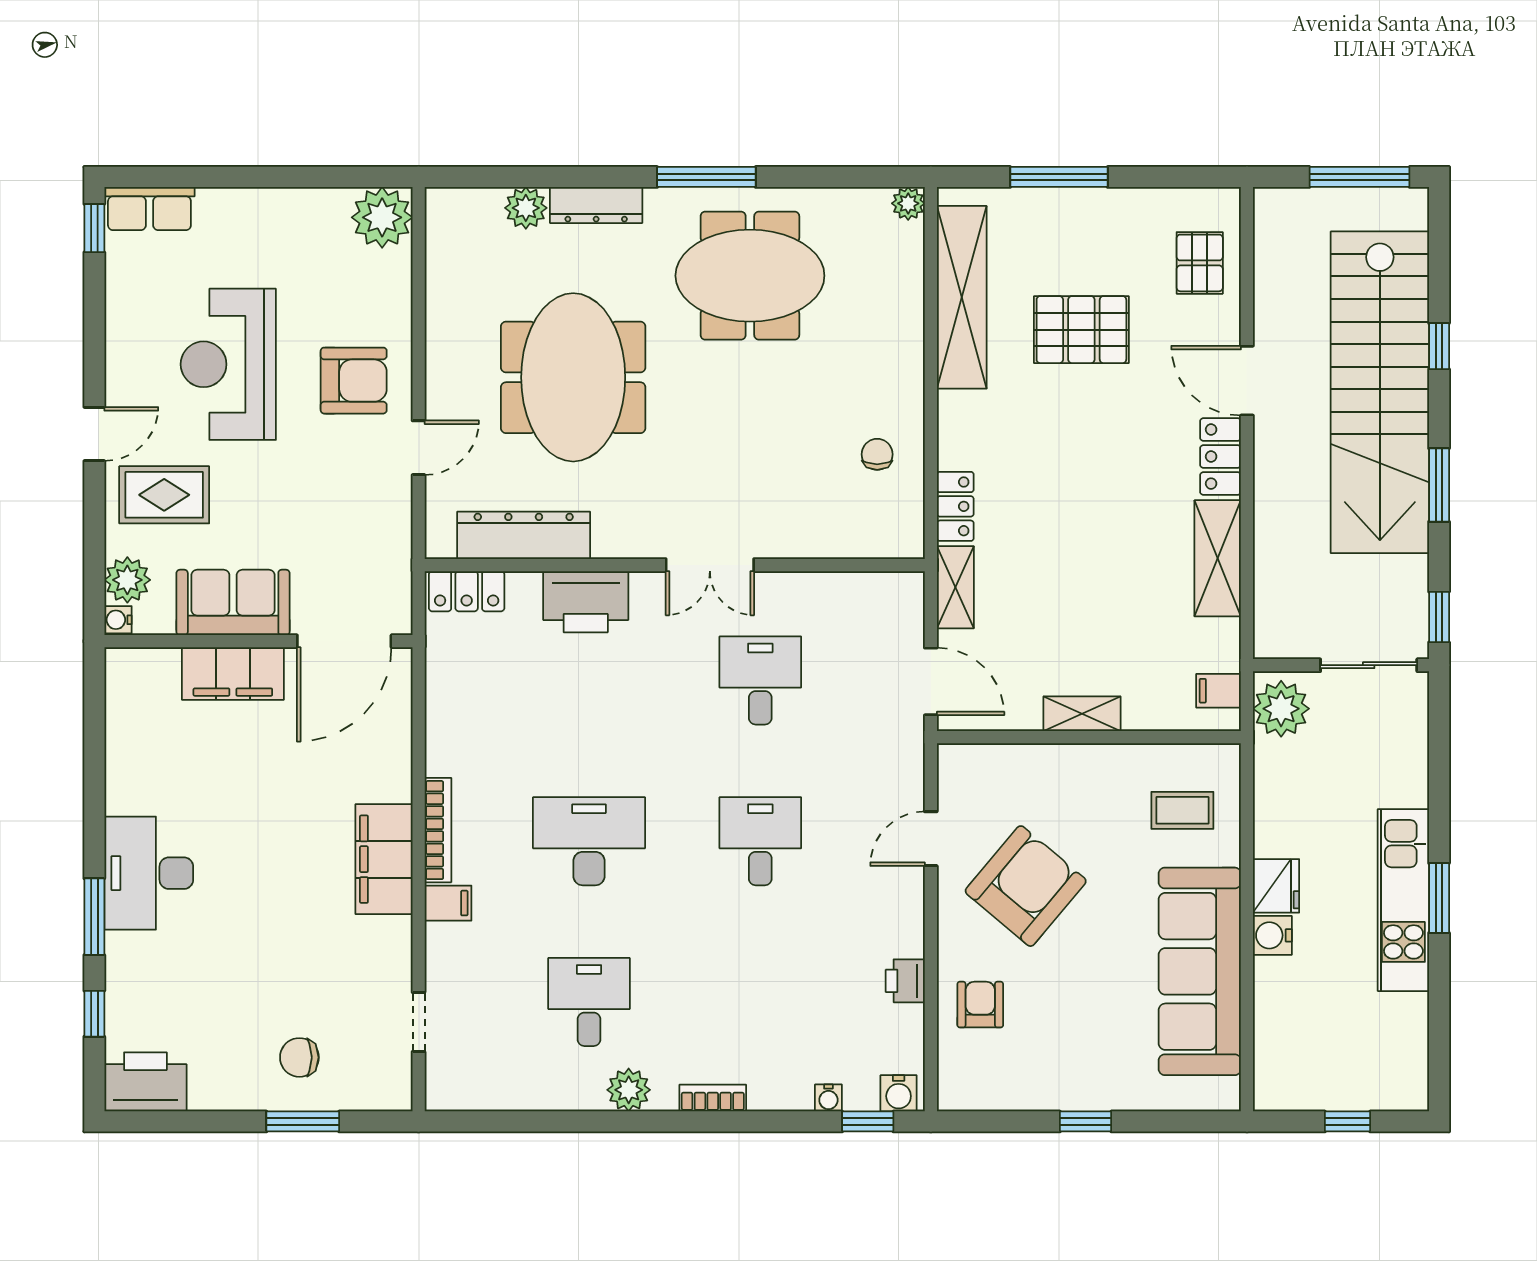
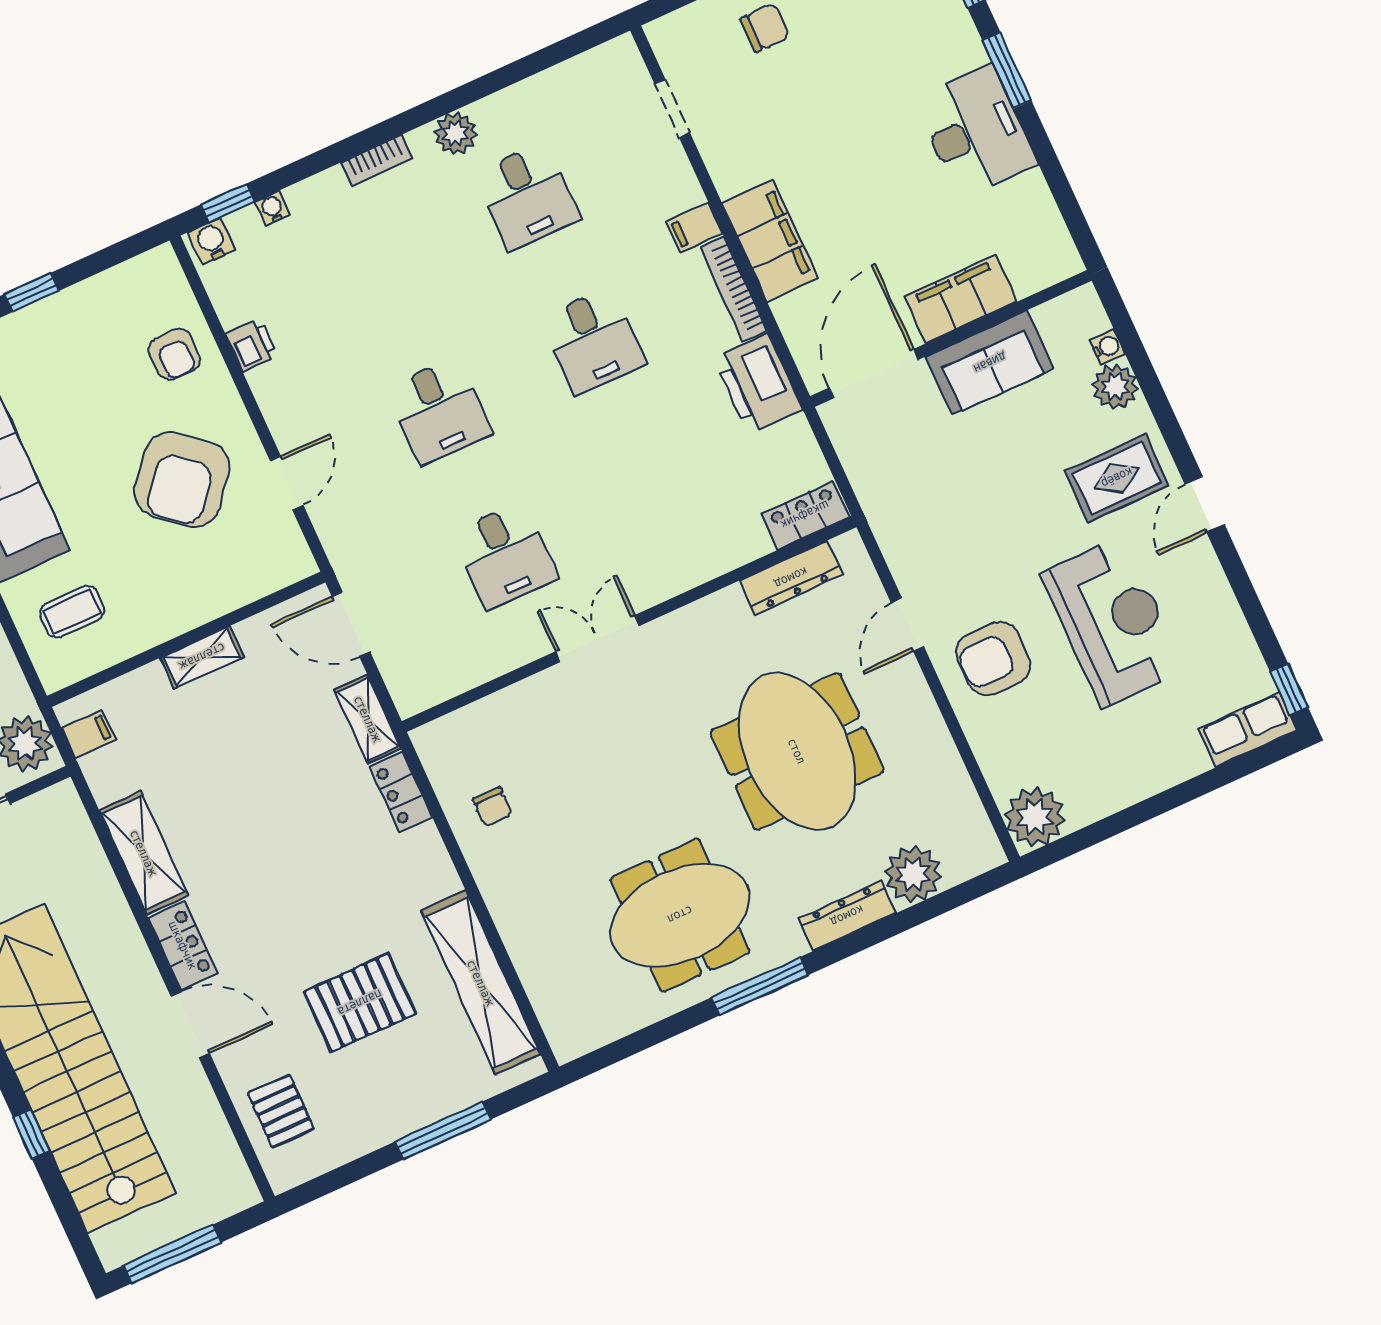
plant: (908, 203) -> (567, 1045), removed
plant: (526, 208) -> (913, 874), width x1.36, depth x1.36
dresser: (524, 535) -> (791, 578), width x0.73, depth x0.80
sofa: (233, 602) -> (990, 363), moved
printer: (586, 602) -> (758, 384), moved, turned -90
wall: (258, 641) -> (951, 338), moved
door: (344, 641) -> (874, 374), moved
filing cabinet: (233, 674) -> (961, 299), moved
desk: (589, 841) -> (593, 341), width x0.73

